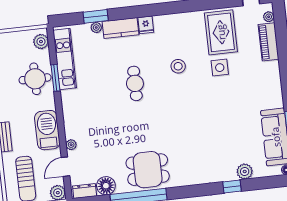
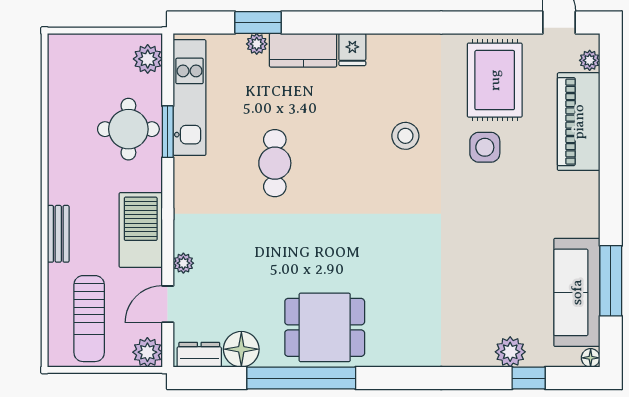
piano: (268, 42) -> (579, 122), width x1.37, depth x1.33
cafe table: (135, 83) -> (275, 163), moved
window: (232, 187) -> (529, 378), moved

